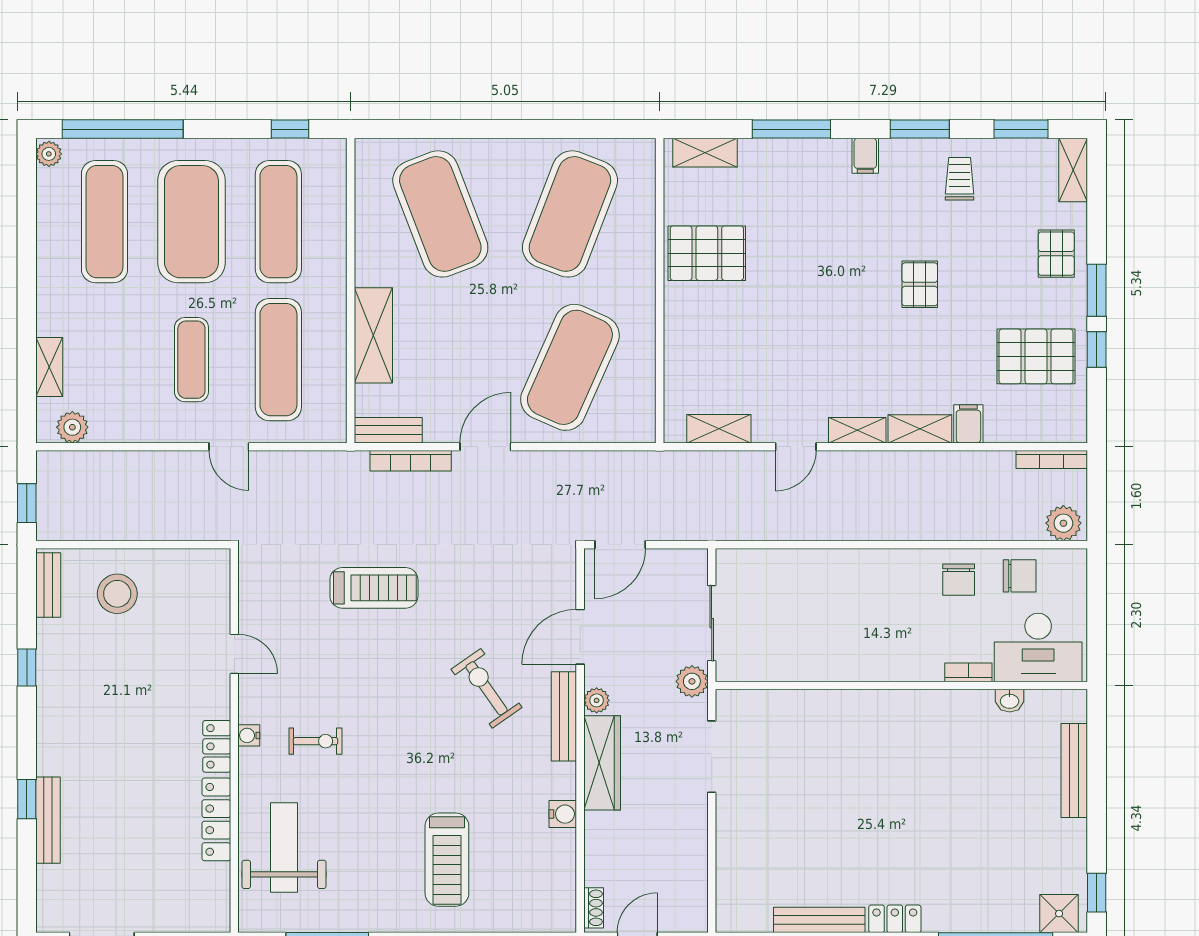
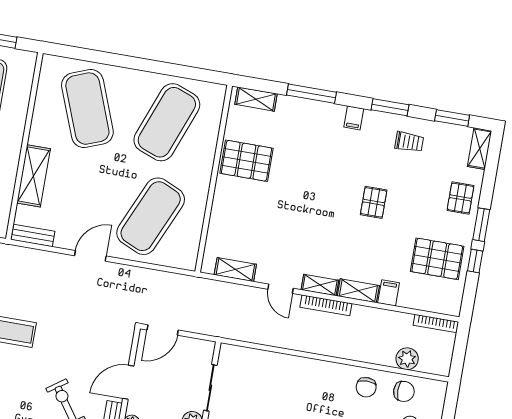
trolley: (960, 179) -> (409, 142), turned 90
door: (796, 447) -> (280, 289), hinge flipped
bookcase: (411, 461) -> (326, 305), moved
plant: (1063, 523) -> (407, 359), moved

